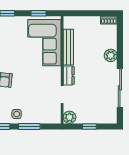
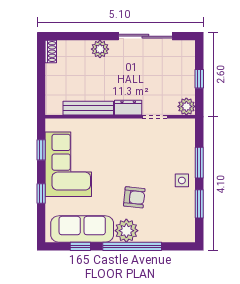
corner sofa: (44, 43) -> (68, 164), moved, turned -90

